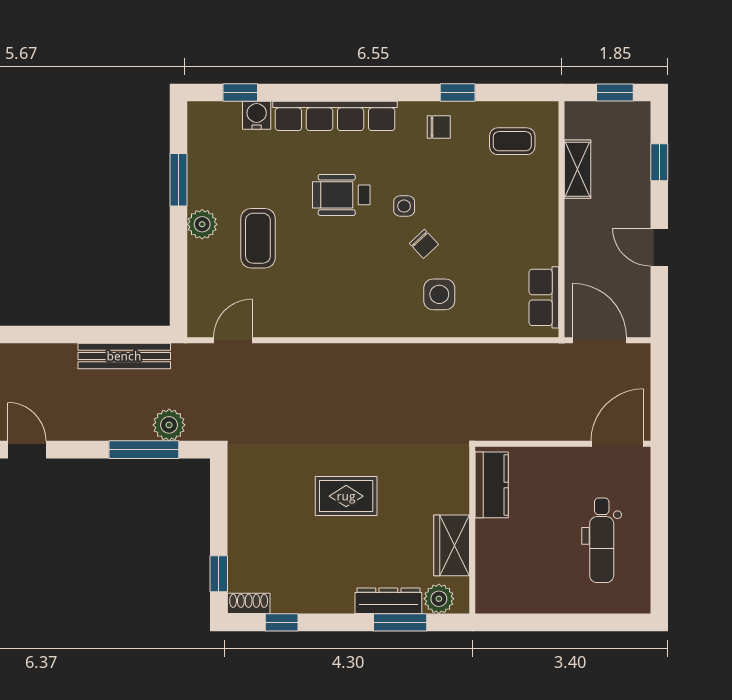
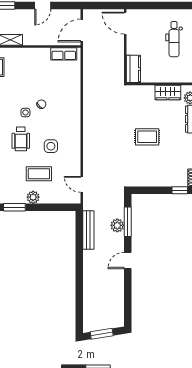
side table: (439, 294) -> (51, 146), moved
plant: (169, 425) -> (117, 225), moved
door: (27, 450) -> (128, 260), moved
kitchen counter: (492, 485) -> (133, 69), moved, turned 90
rug: (346, 496) -> (147, 137), turned 90
dental chair: (602, 540) -> (174, 39), moved, turned 90

